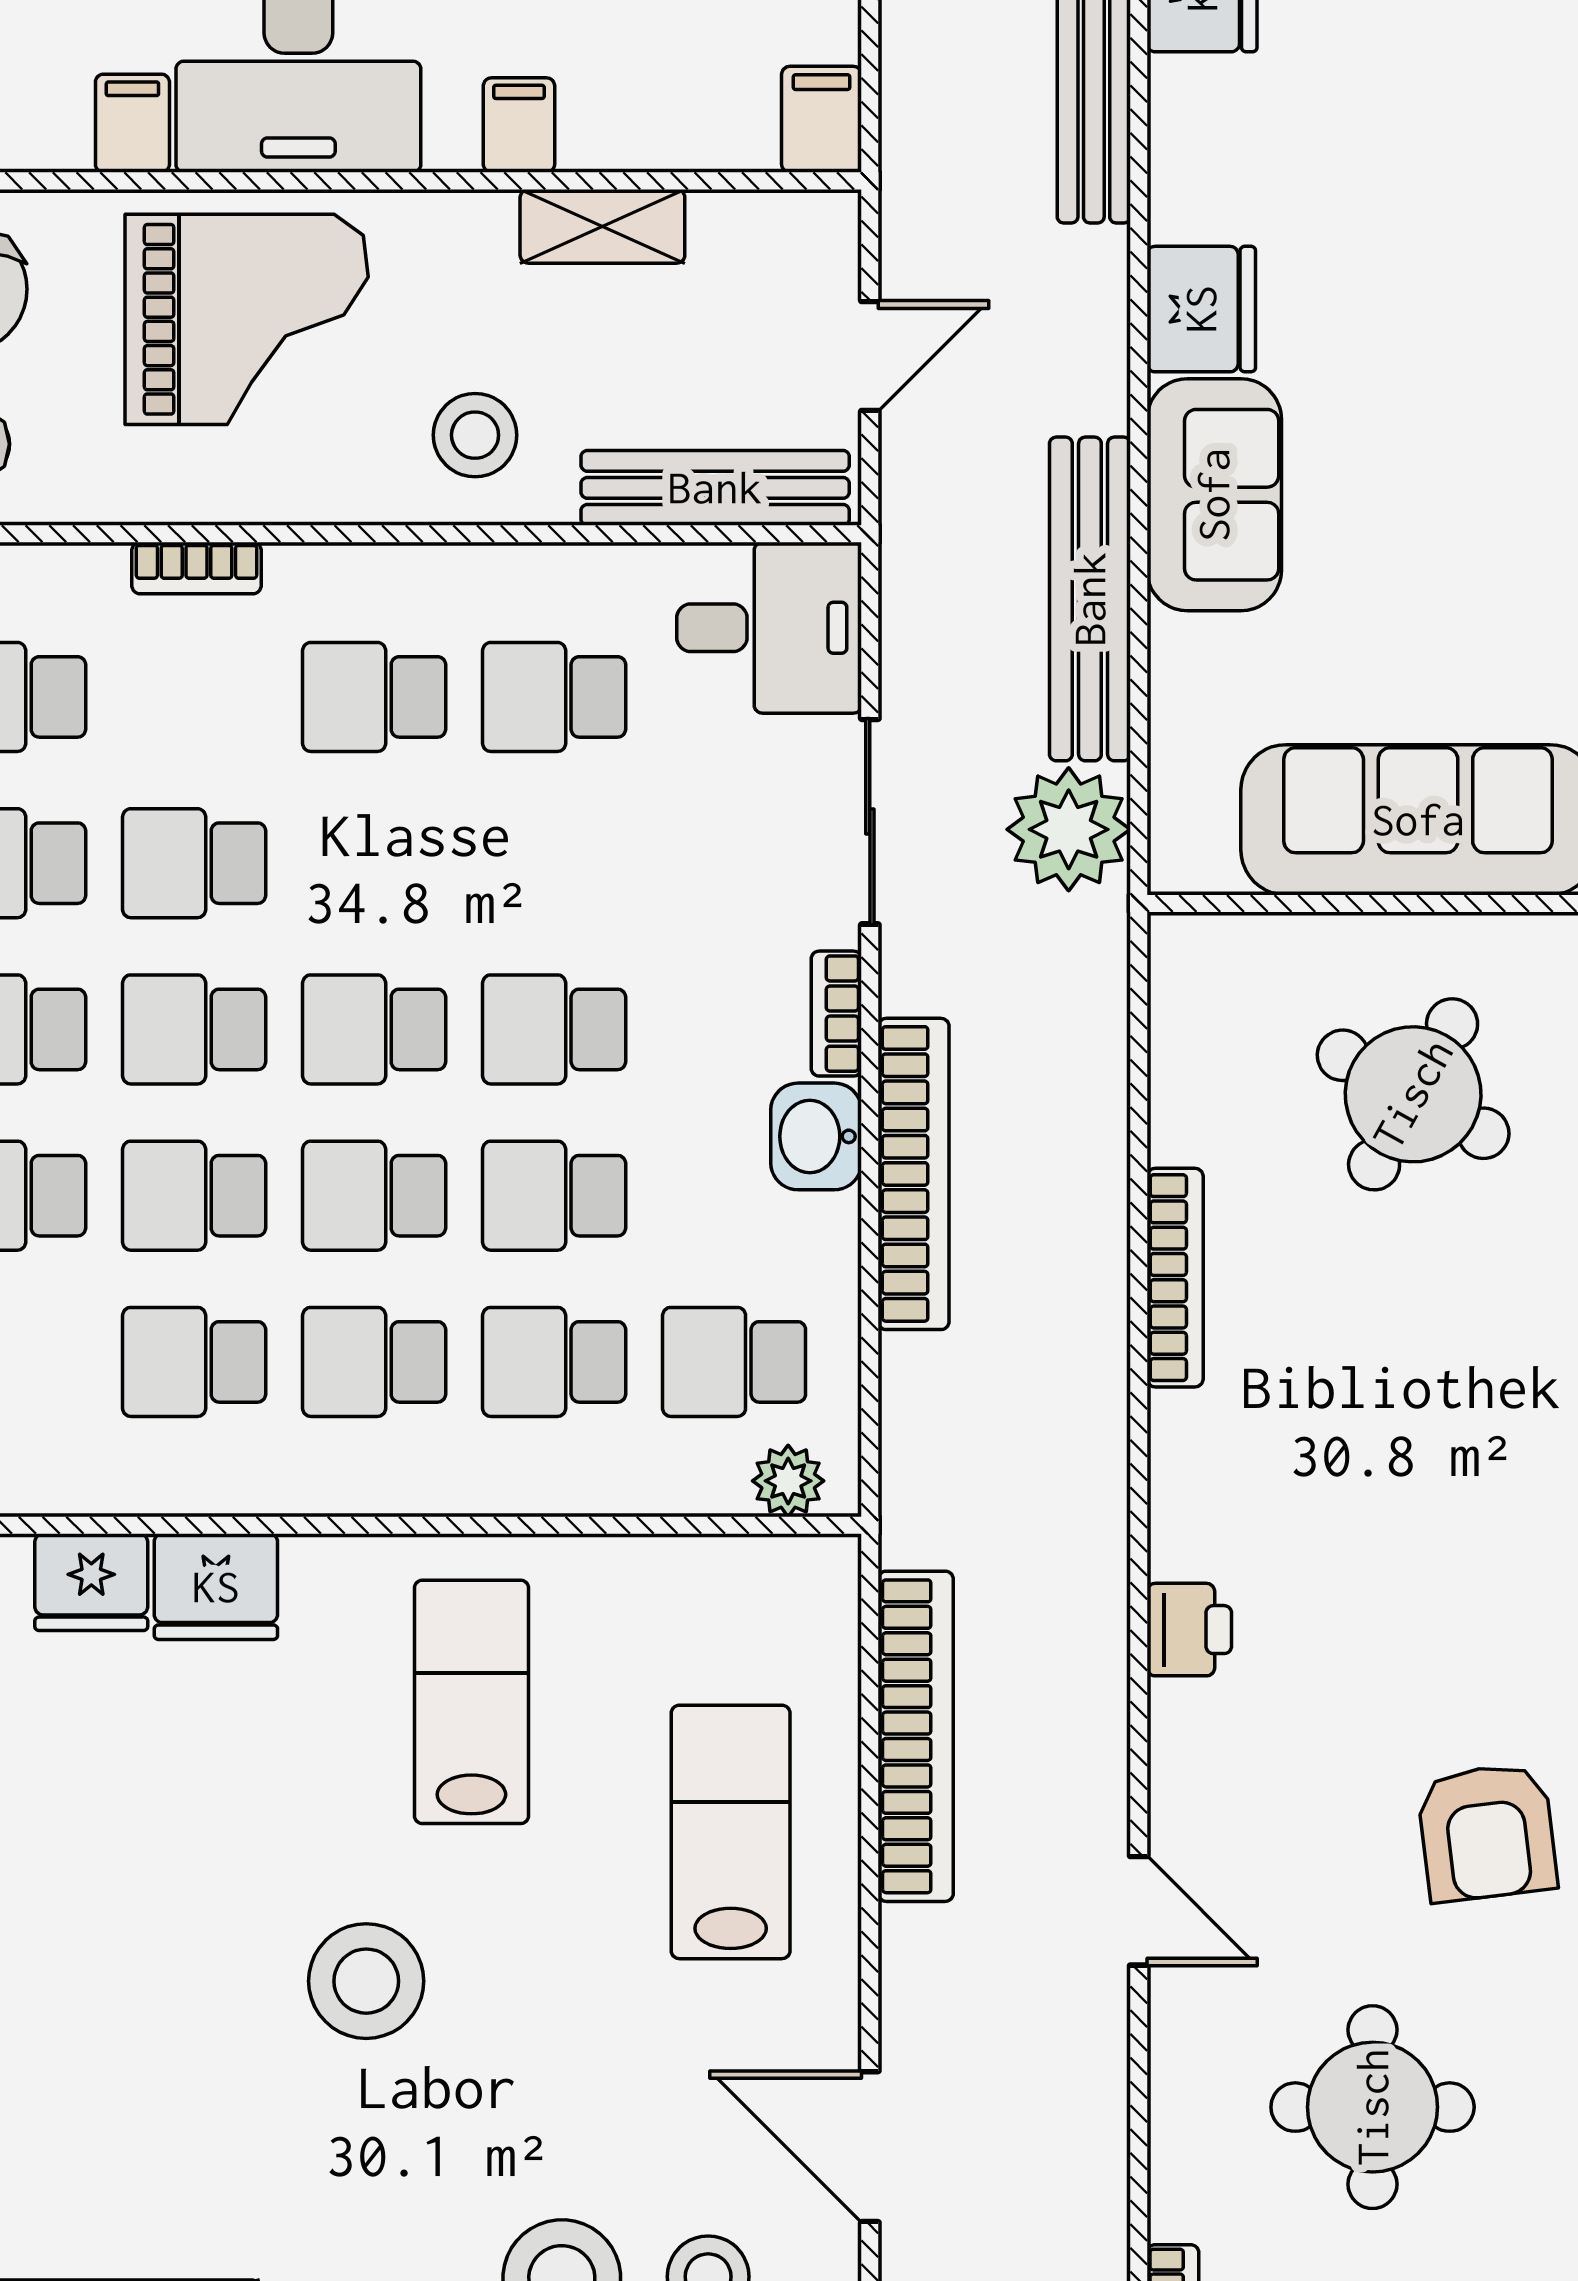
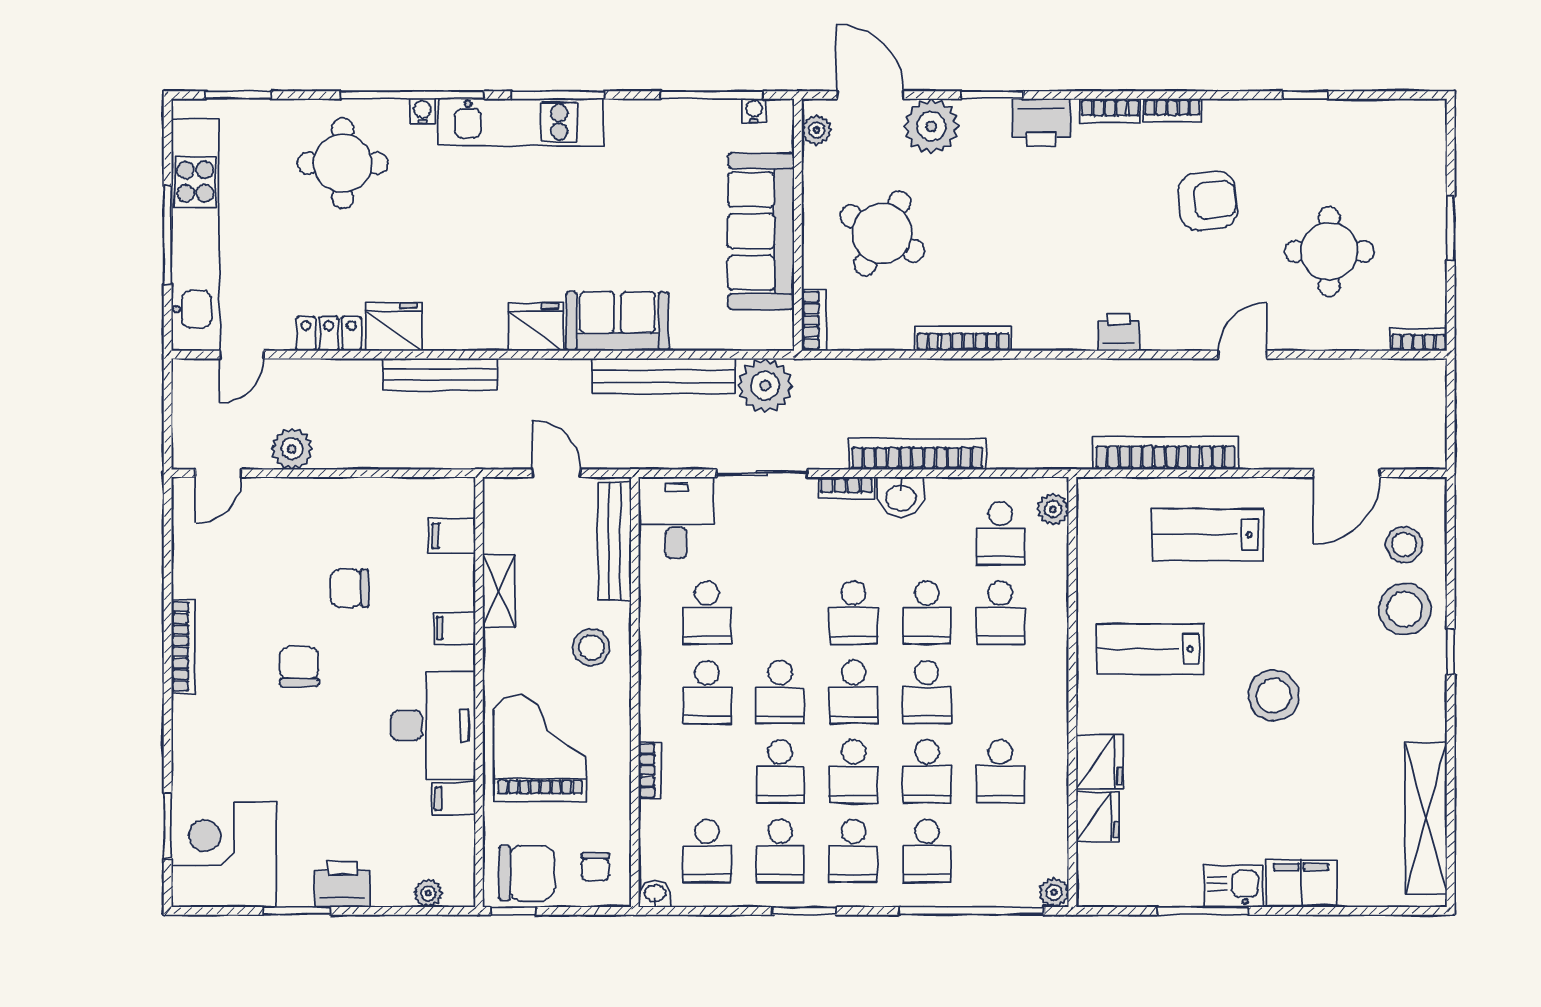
filing cabinet: (822, 119) -> (452, 536), moved
bookcase: (1216, 940) -> (814, 320), added
school desk: (374, 1362) -> (780, 692), moved

